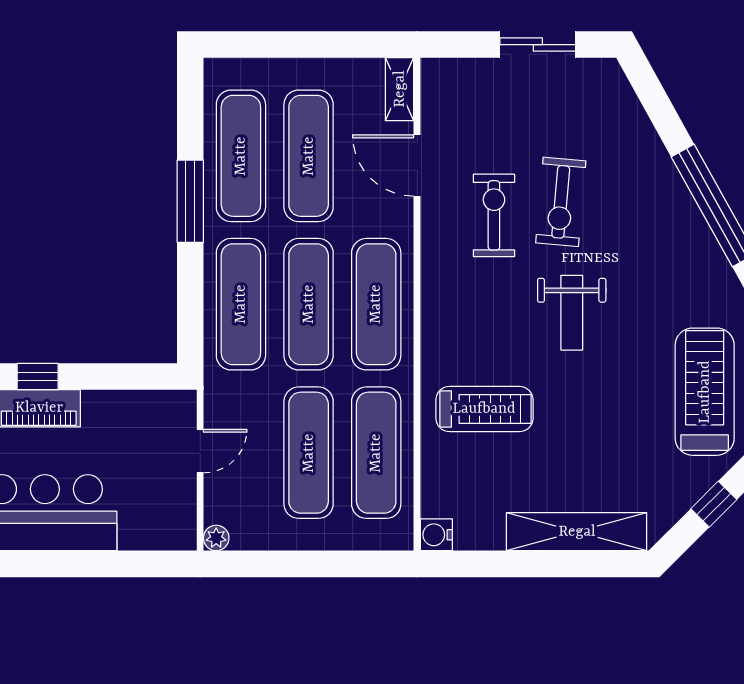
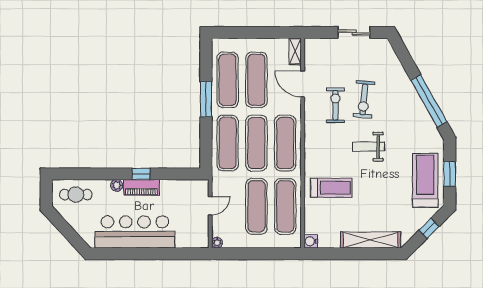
weight bench: (572, 313) -> (369, 147), turned 90

